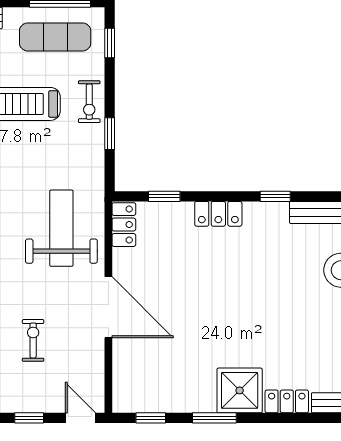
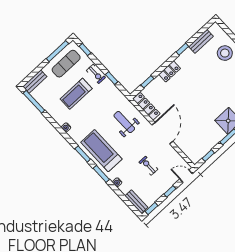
locker: (124, 225) -> (146, 106), width x1.53
weight bench: (61, 228) -> (124, 122), width x0.73, depth x0.75
door: (108, 307) -> (162, 133), hinge flipped

